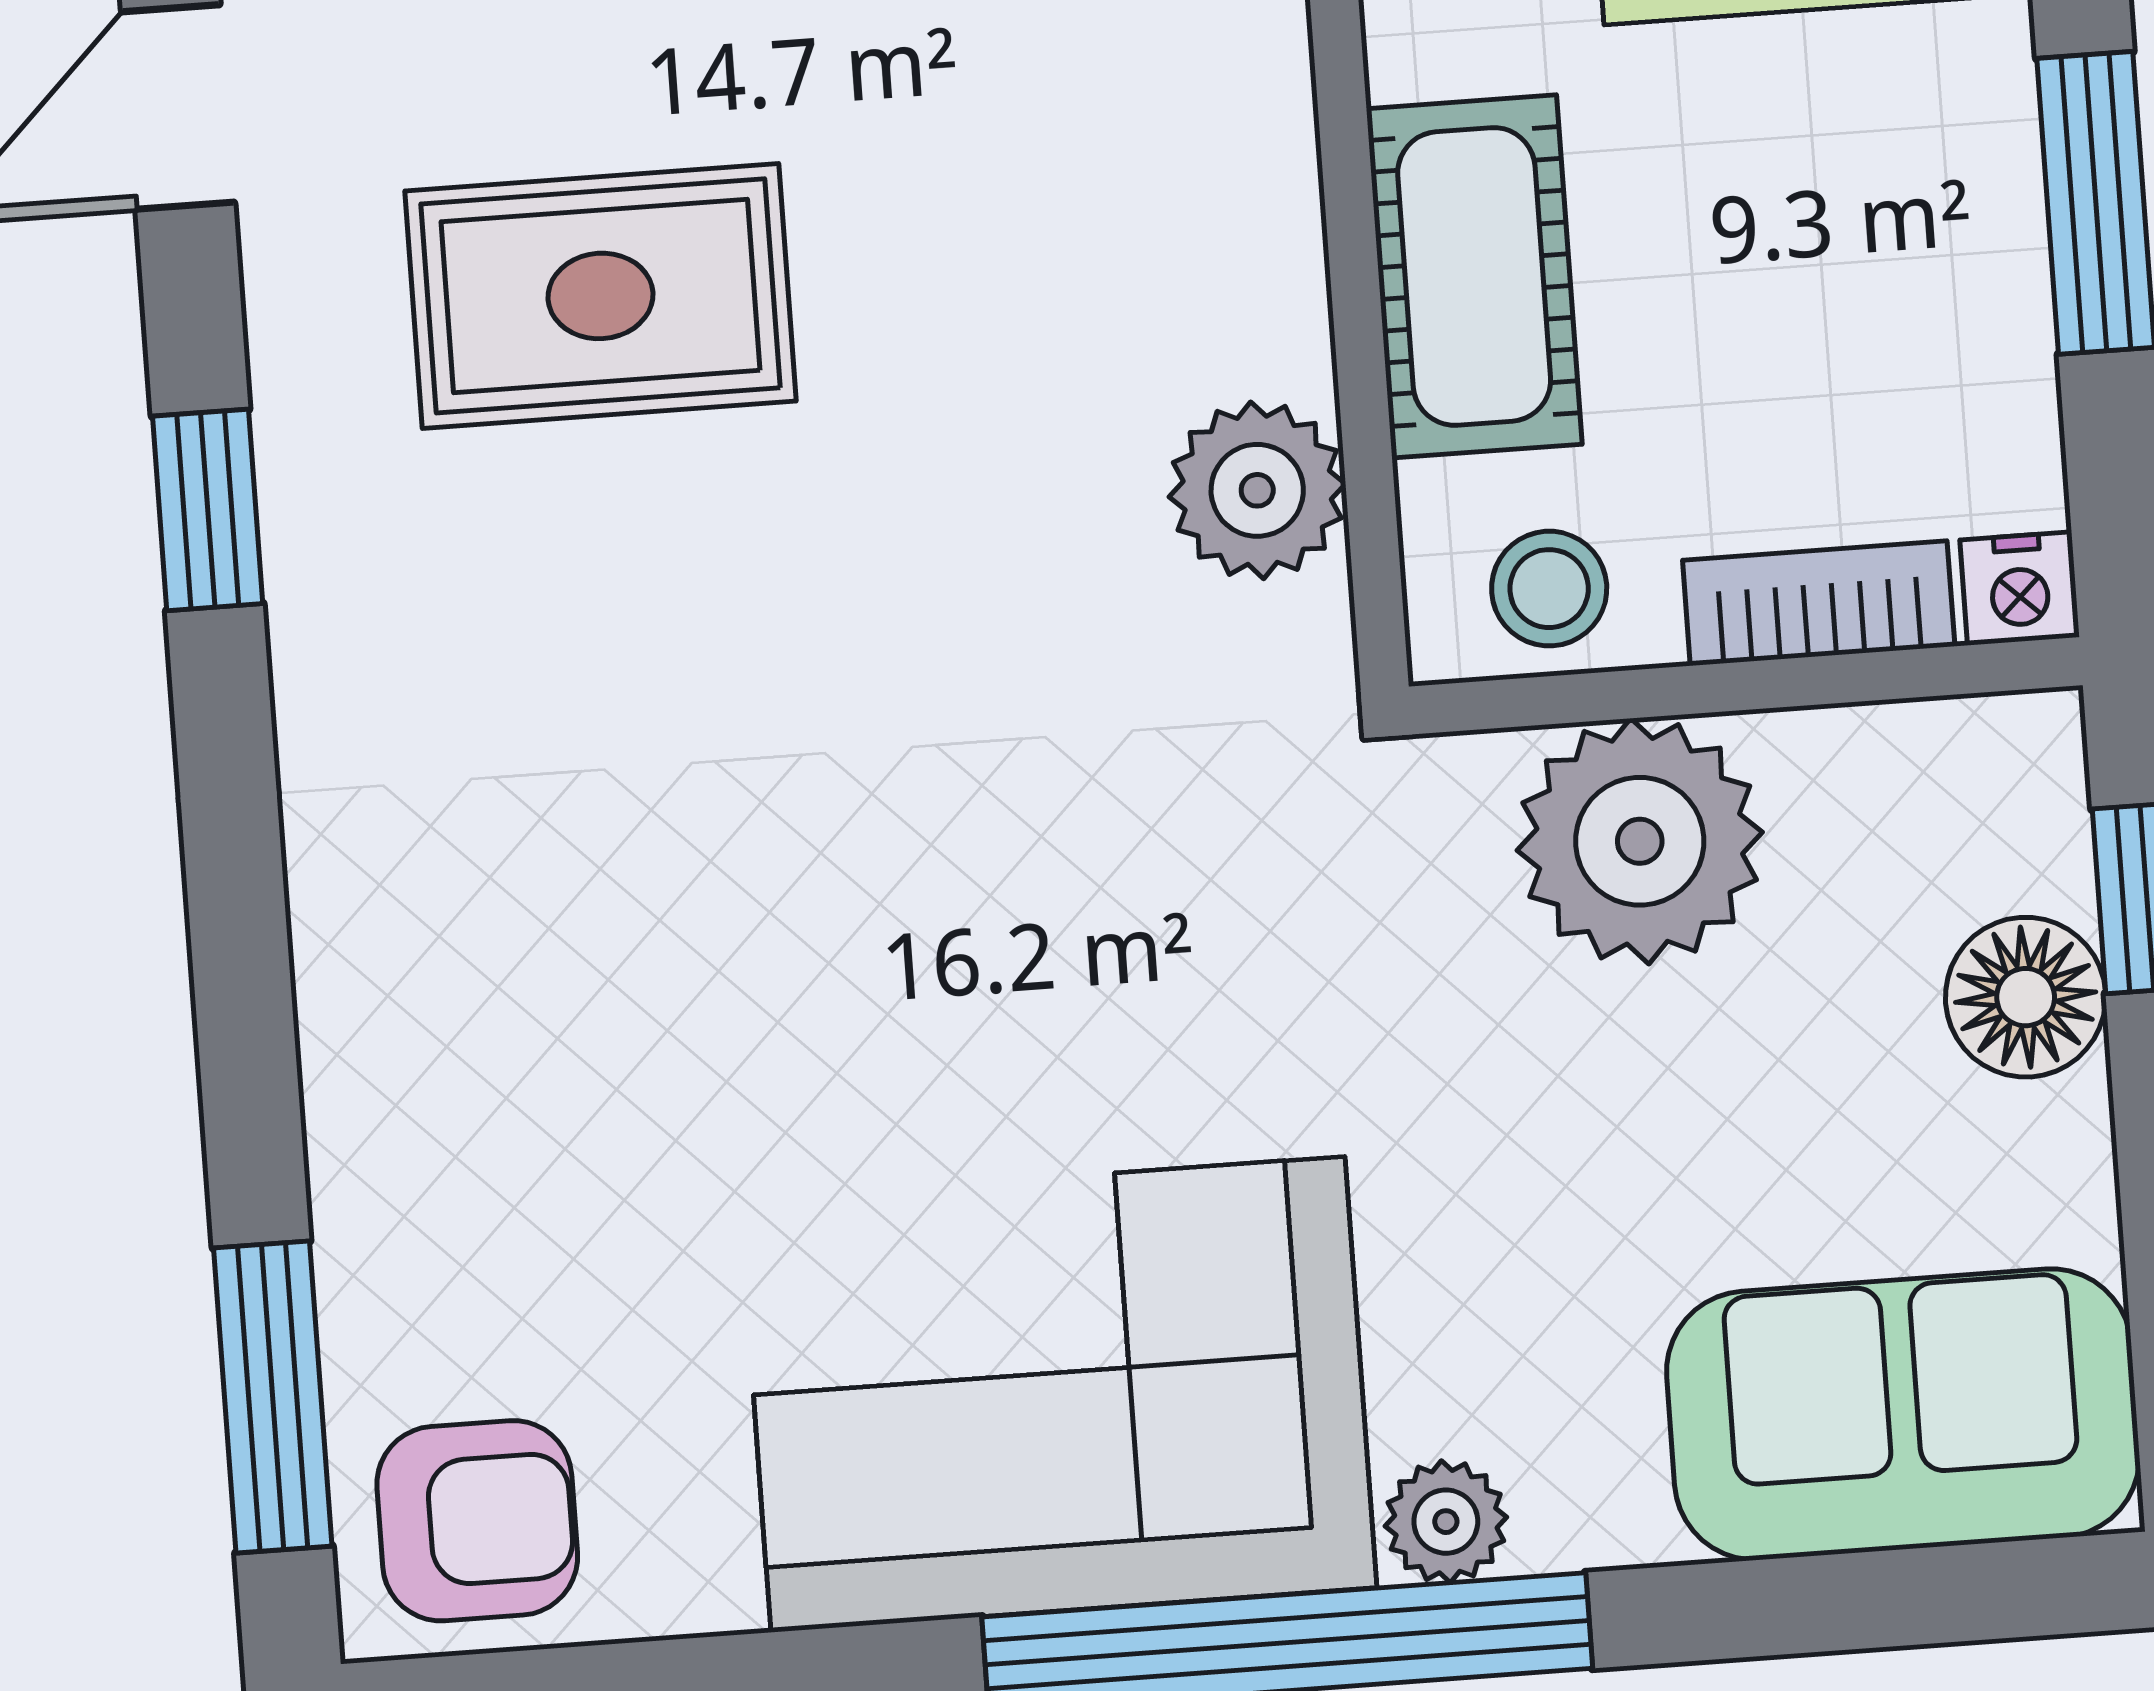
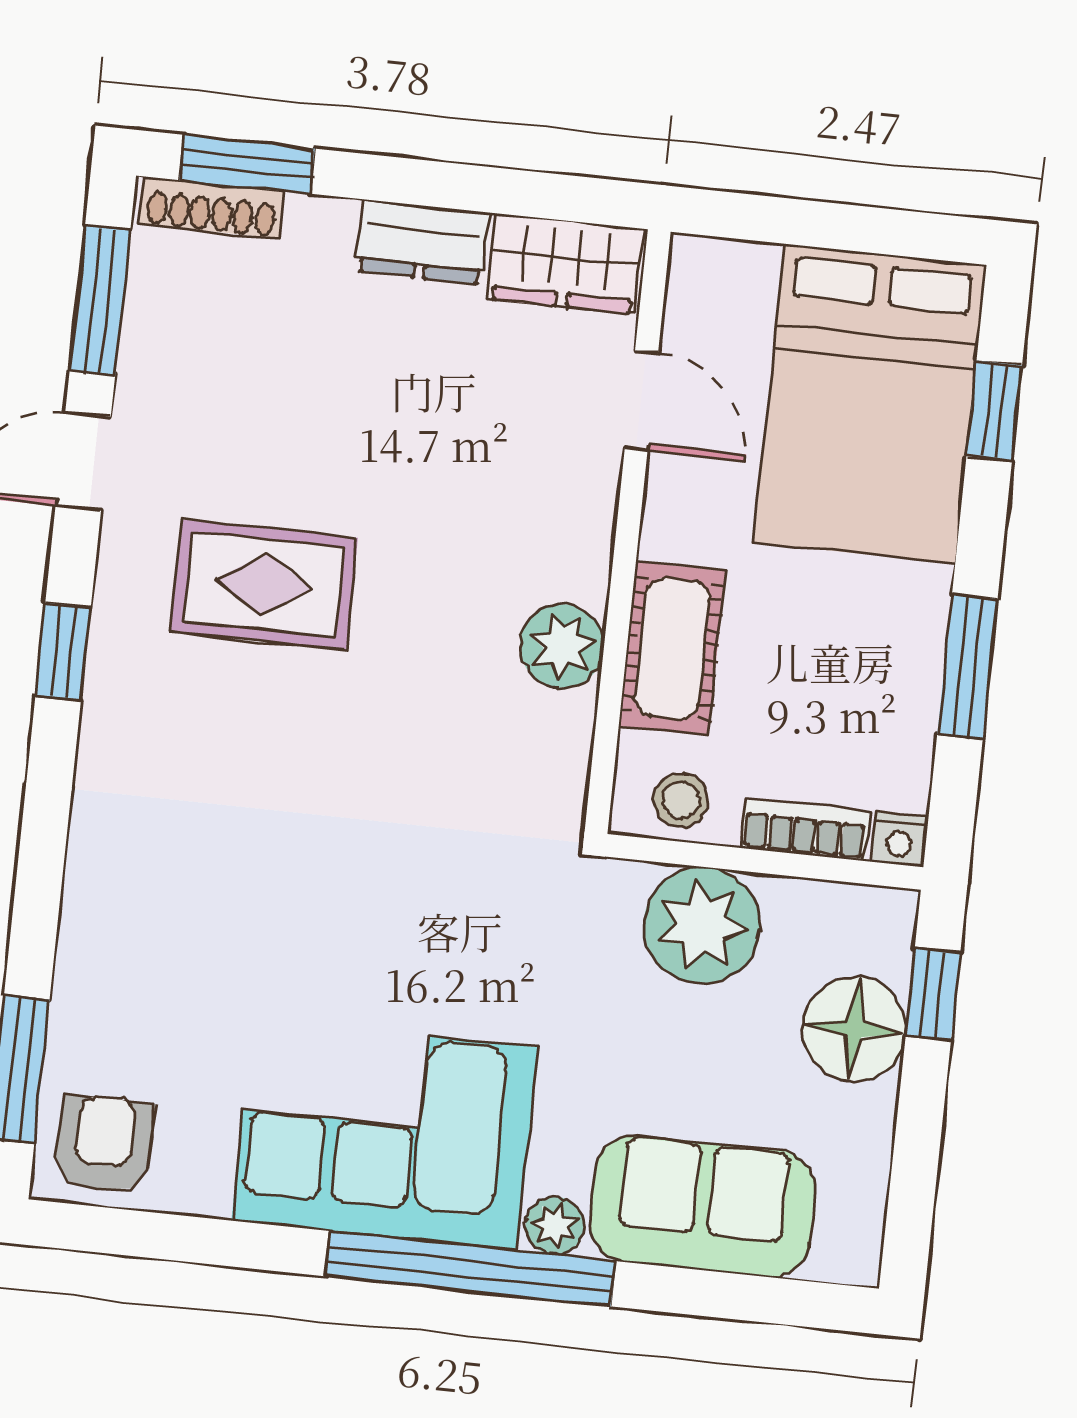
plant: (1257, 490) -> (562, 646), moved
floor lamp: (2026, 997) -> (854, 1029), width x1.38, depth x1.38
sofa: (1903, 1414) -> (703, 1206), moved
armchair: (477, 1521) -> (104, 1144), turned -89

